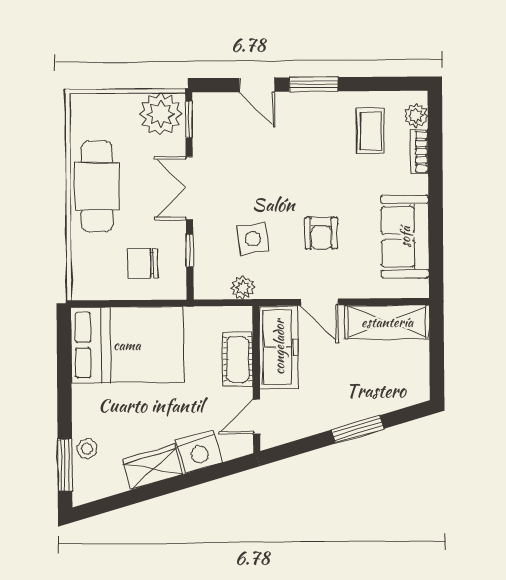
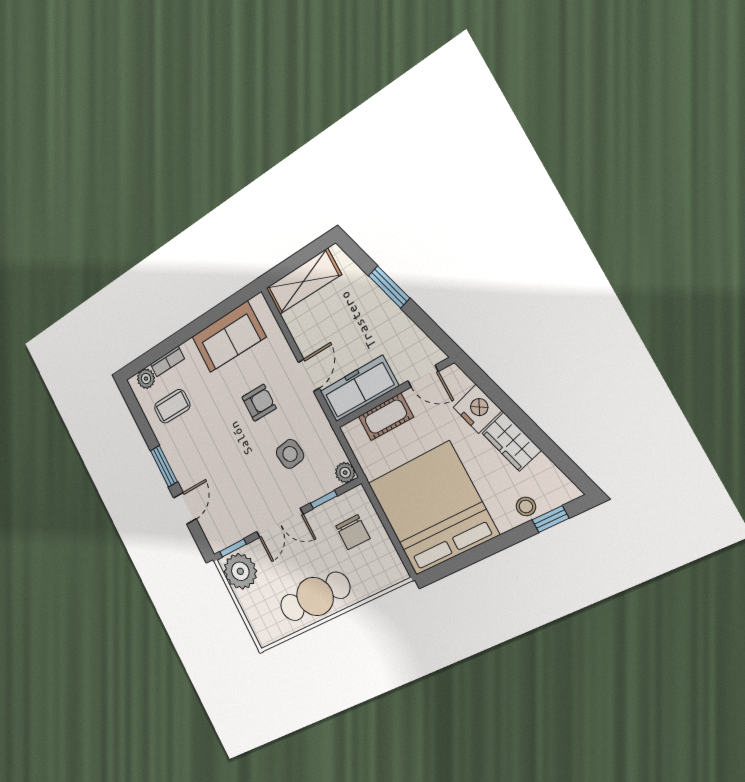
plant: (243, 288) -> (345, 473), moved
shelving: (387, 322) -> (303, 281), moved, turned 90
bed: (127, 345) -> (433, 508), width x1.36
window: (65, 465) -> (550, 519), width x0.67

